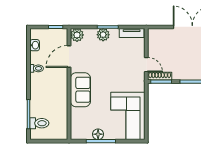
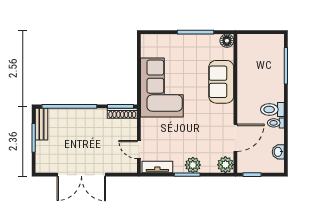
door: (146, 65) -> (139, 150), moved
sofa: (80, 90) -> (221, 82), moved
corner sofa: (128, 116) -> (162, 88), moved
toilet: (39, 123) -> (272, 109), moved
floor lamp: (98, 134) -> (227, 41), moved

